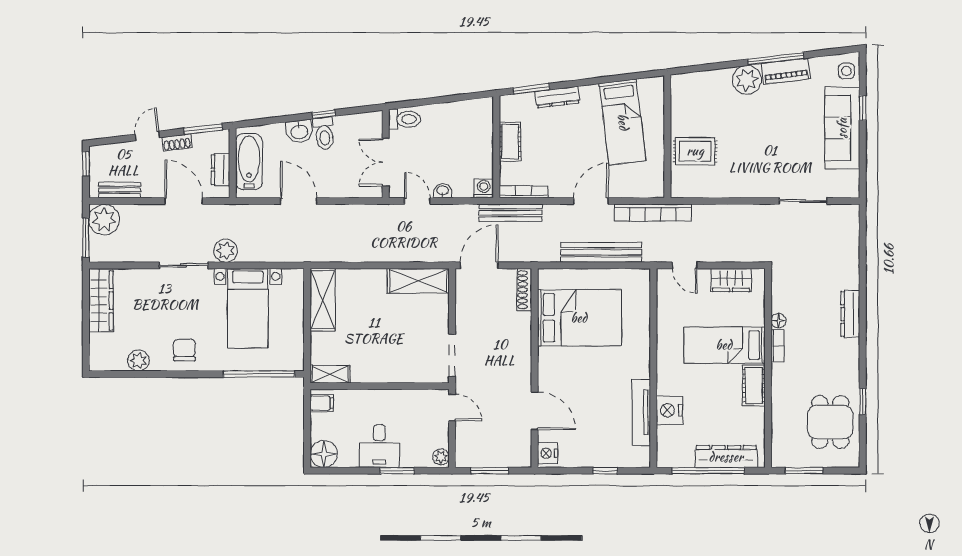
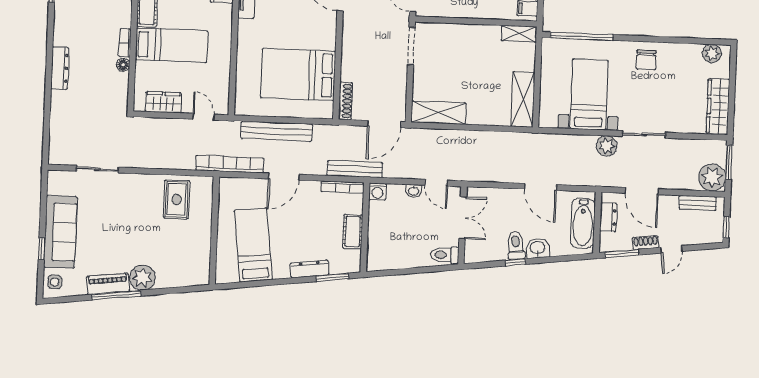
rug: (695, 151) -> (177, 199), moved, turned 90
plant: (139, 360) -> (712, 53), moved

